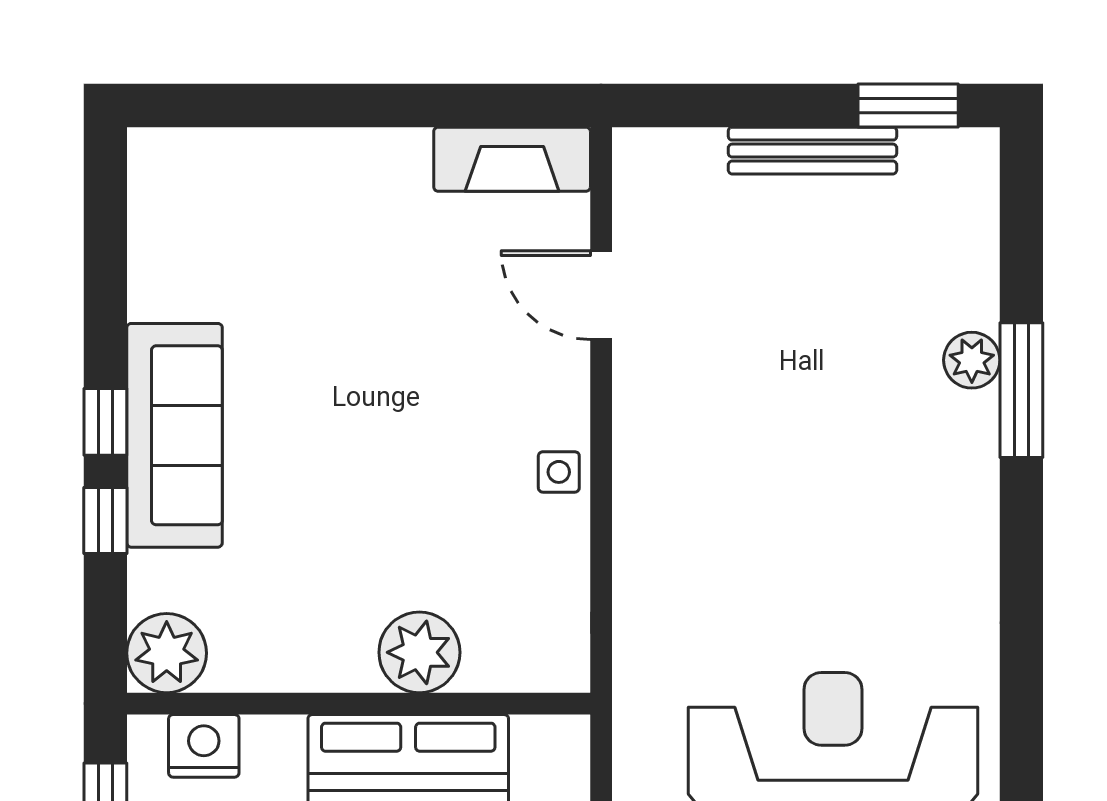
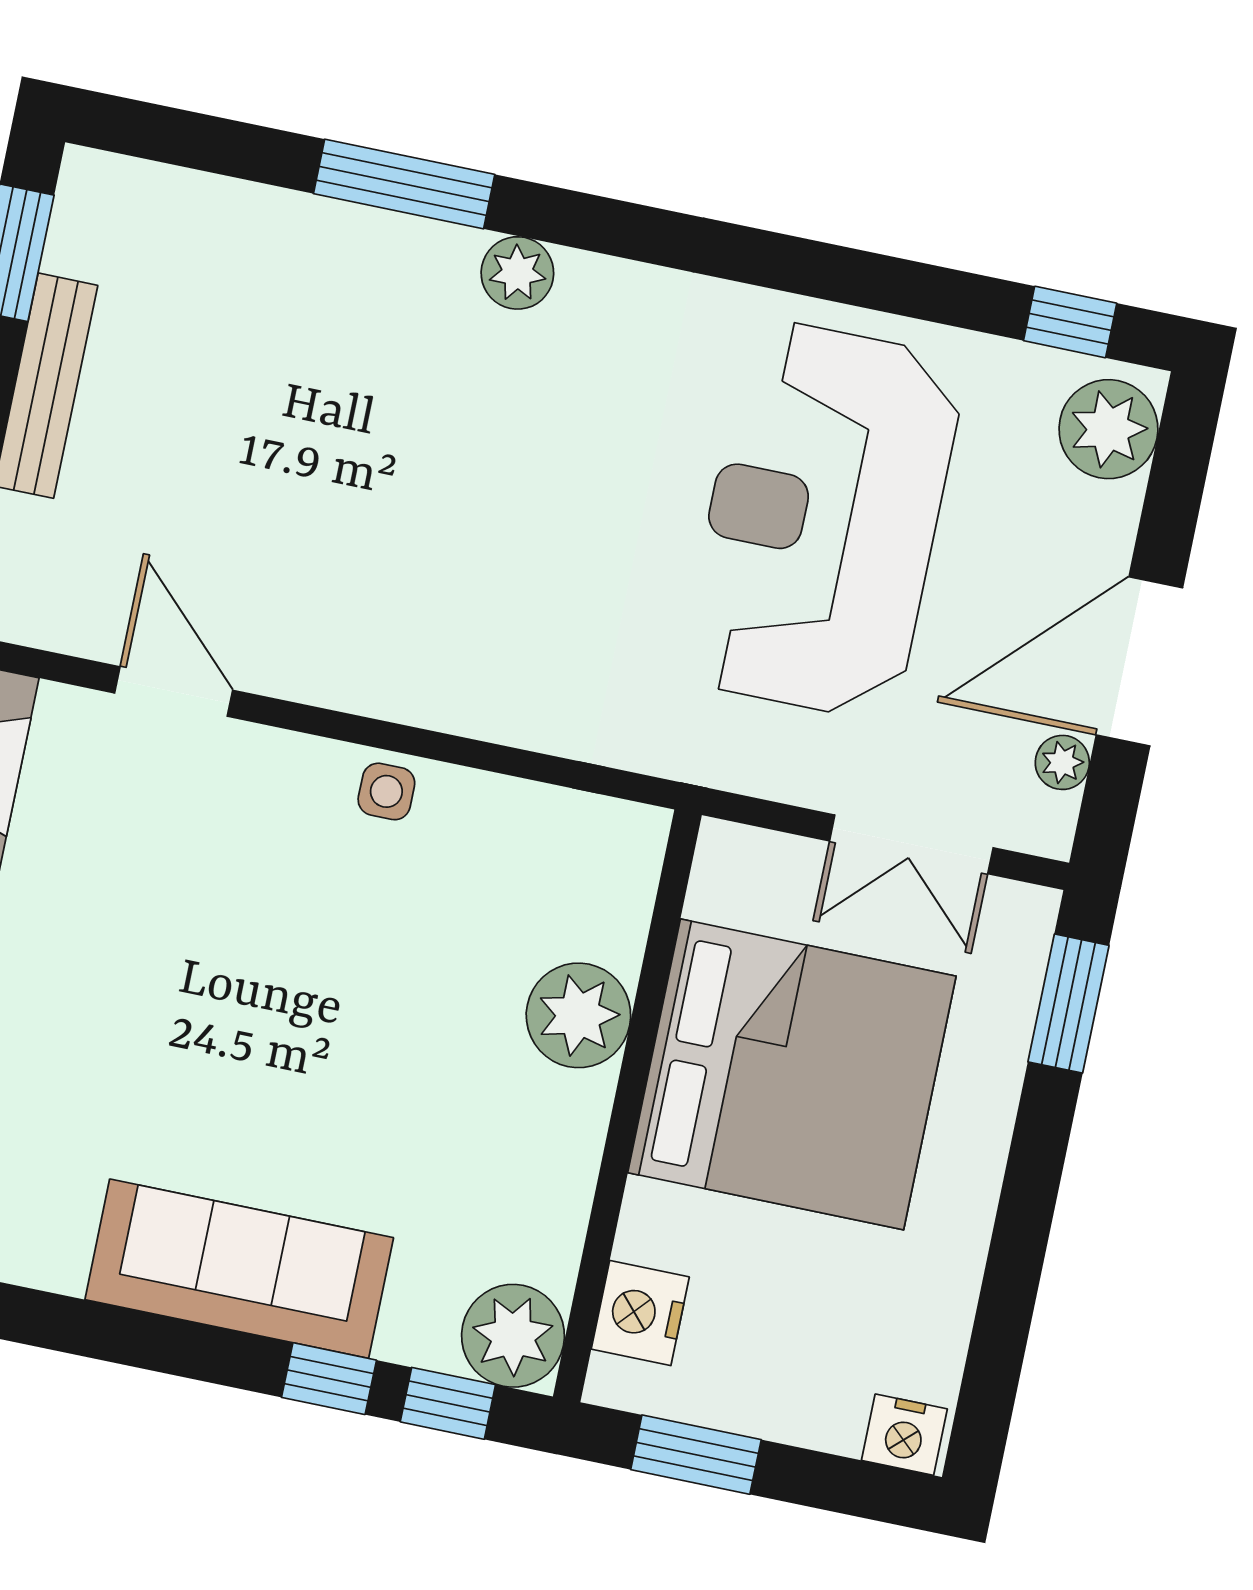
door: (601, 295) -> (174, 692), swing flipped
plant: (972, 360) -> (517, 273), moved
window: (105, 422) -> (448, 1403), moved

